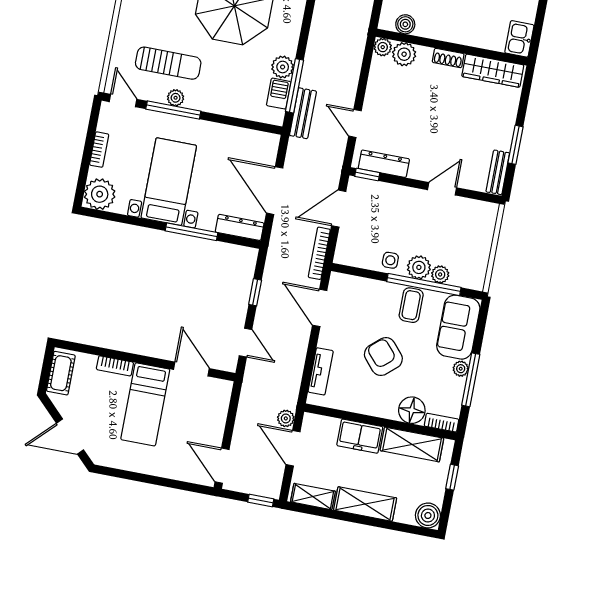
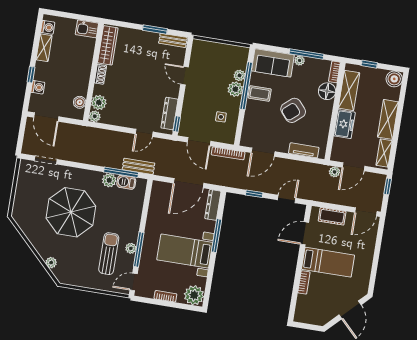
side table: (390, 260) -> (221, 117), moved
cot: (61, 373) -> (332, 216), moved

